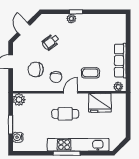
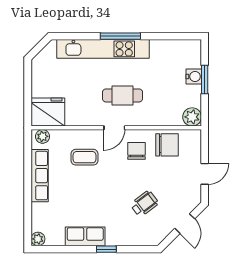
plant: (71, 19) -> (38, 239), moved
row of seats: (90, 20) -> (85, 236), added
chair: (36, 70) -> (167, 145), moved
fridge: (100, 103) -> (48, 112), moved
water cooler: (18, 137) -> (194, 76), moved

